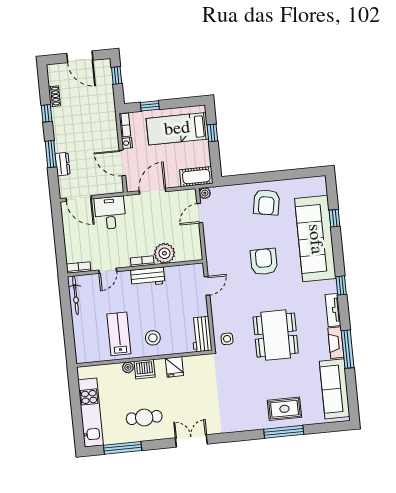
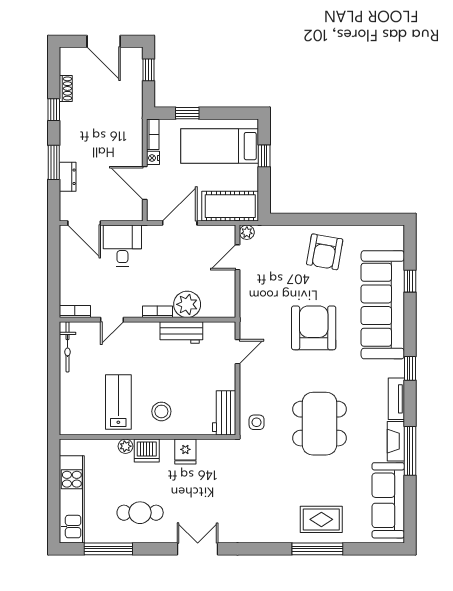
cot: (196, 177) -> (230, 206), width x1.37, depth x1.34
armchair: (264, 262) -> (314, 328), width x1.36, depth x1.36
workbench: (148, 277) -> (181, 332), moved

